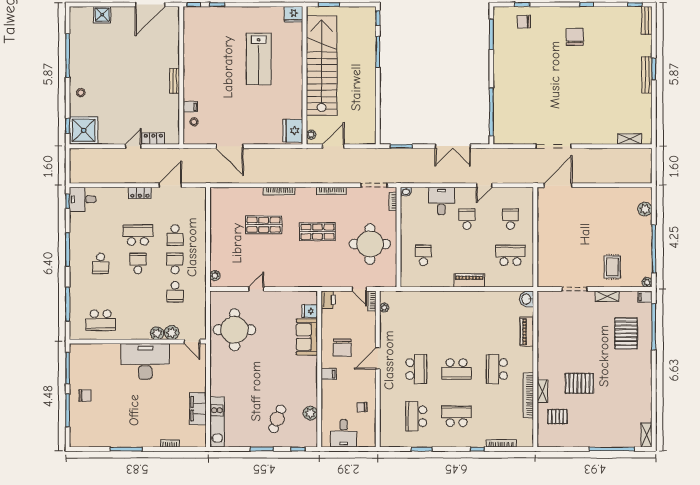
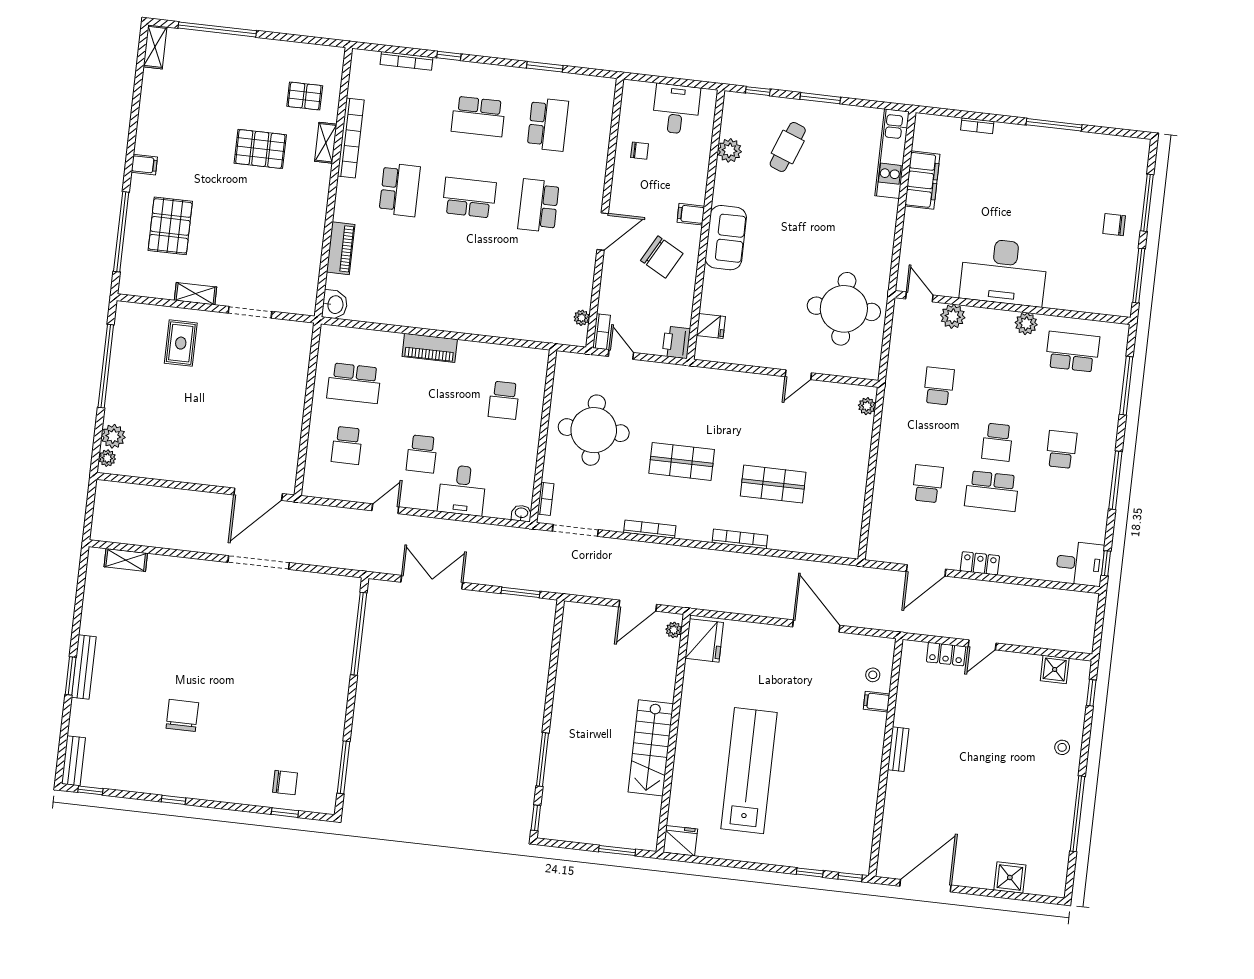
chair: (575, 37) -> (182, 715), moved, turned 180
lab bench: (259, 59) -> (749, 771), width x1.36
stairs: (322, 66) -> (651, 748), width x0.54, depth x0.66
shower: (84, 130) -> (1055, 669), width x0.54, depth x0.54
school desk: (175, 263) -> (933, 435), removed
plant: (647, 282) -> (107, 458), moved
filing cabinet: (645, 297) -> (144, 165), moved
plant: (157, 333) -> (1026, 324), moved
sofa: (307, 337) -> (726, 238), moved
chair: (342, 348) -> (662, 257), turned 119

